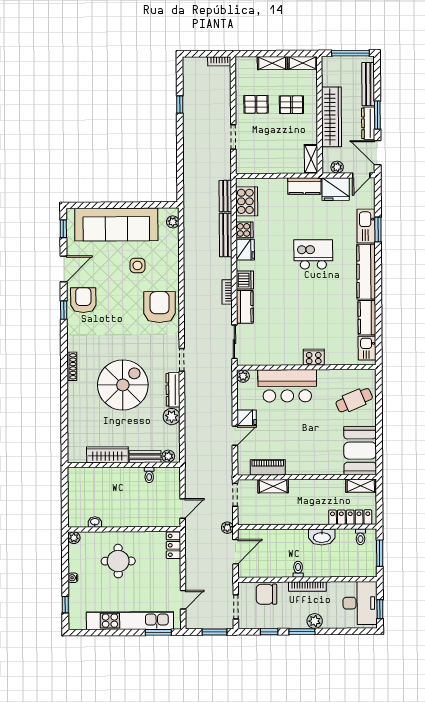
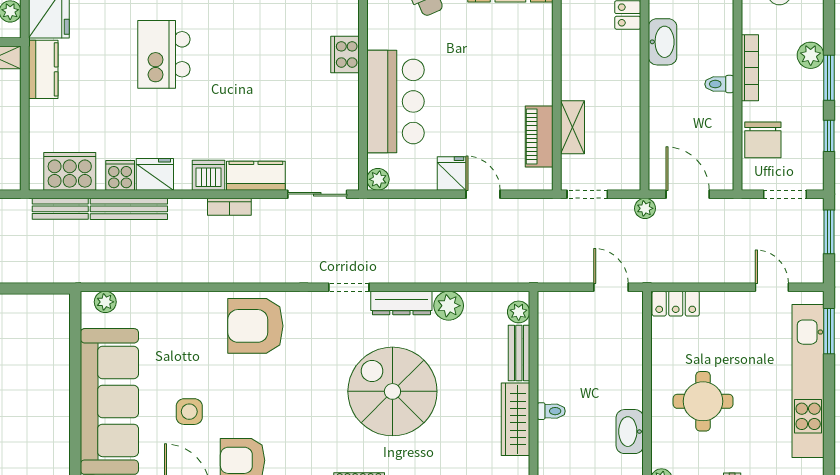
side table: (137, 265) -> (189, 412), moved
toilet: (149, 475) -> (551, 411), moved
washbasin: (95, 522) -> (630, 432), width x1.91, depth x1.45

